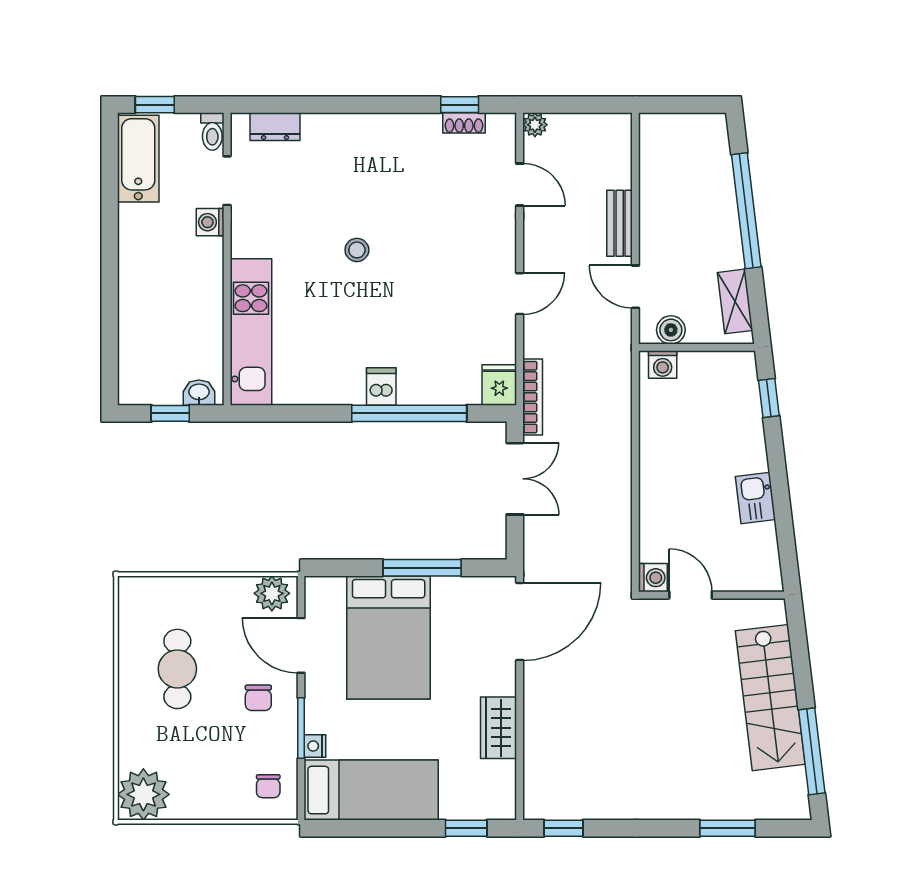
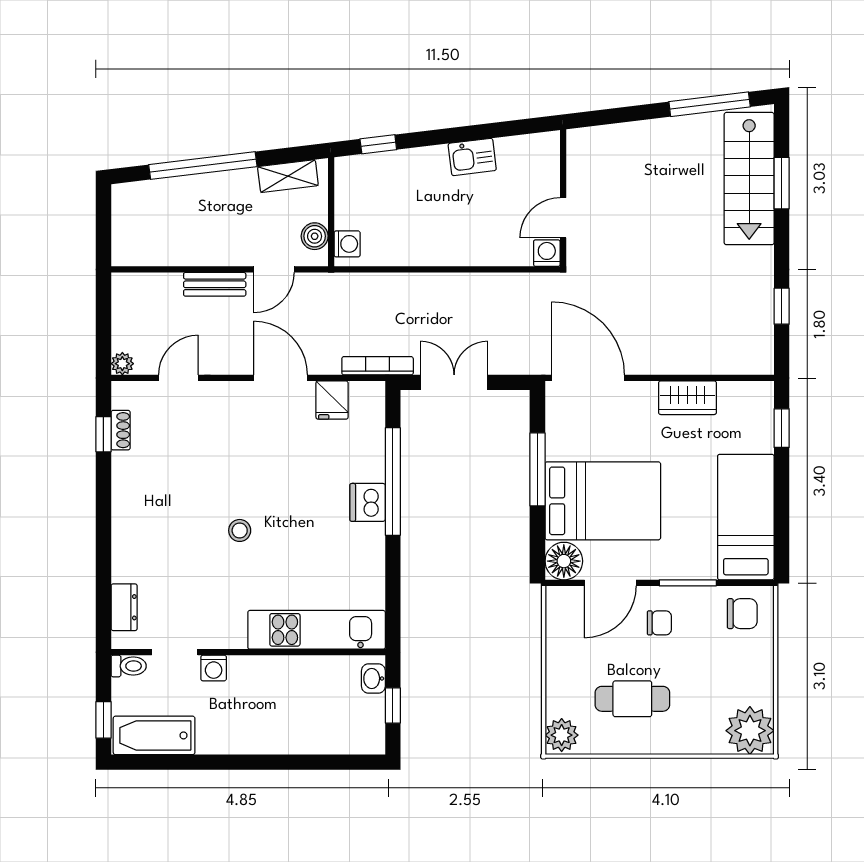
door: (520, 294) -> (281, 378), width x1.38
fridge: (499, 385) -> (332, 400), moved, turned -90
dishwasher: (381, 386) -> (368, 502), width x1.38
plant: (272, 593) -> (562, 735), moved
floor lamp: (324, 596) -> (564, 561), added
stairs: (770, 698) -> (749, 179), moved, turned 97
nightstand: (315, 746) -> (705, 570), removed
chair: (268, 786) -> (742, 614), width x1.37, depth x1.37
window: (563, 828) -> (782, 306), moved

